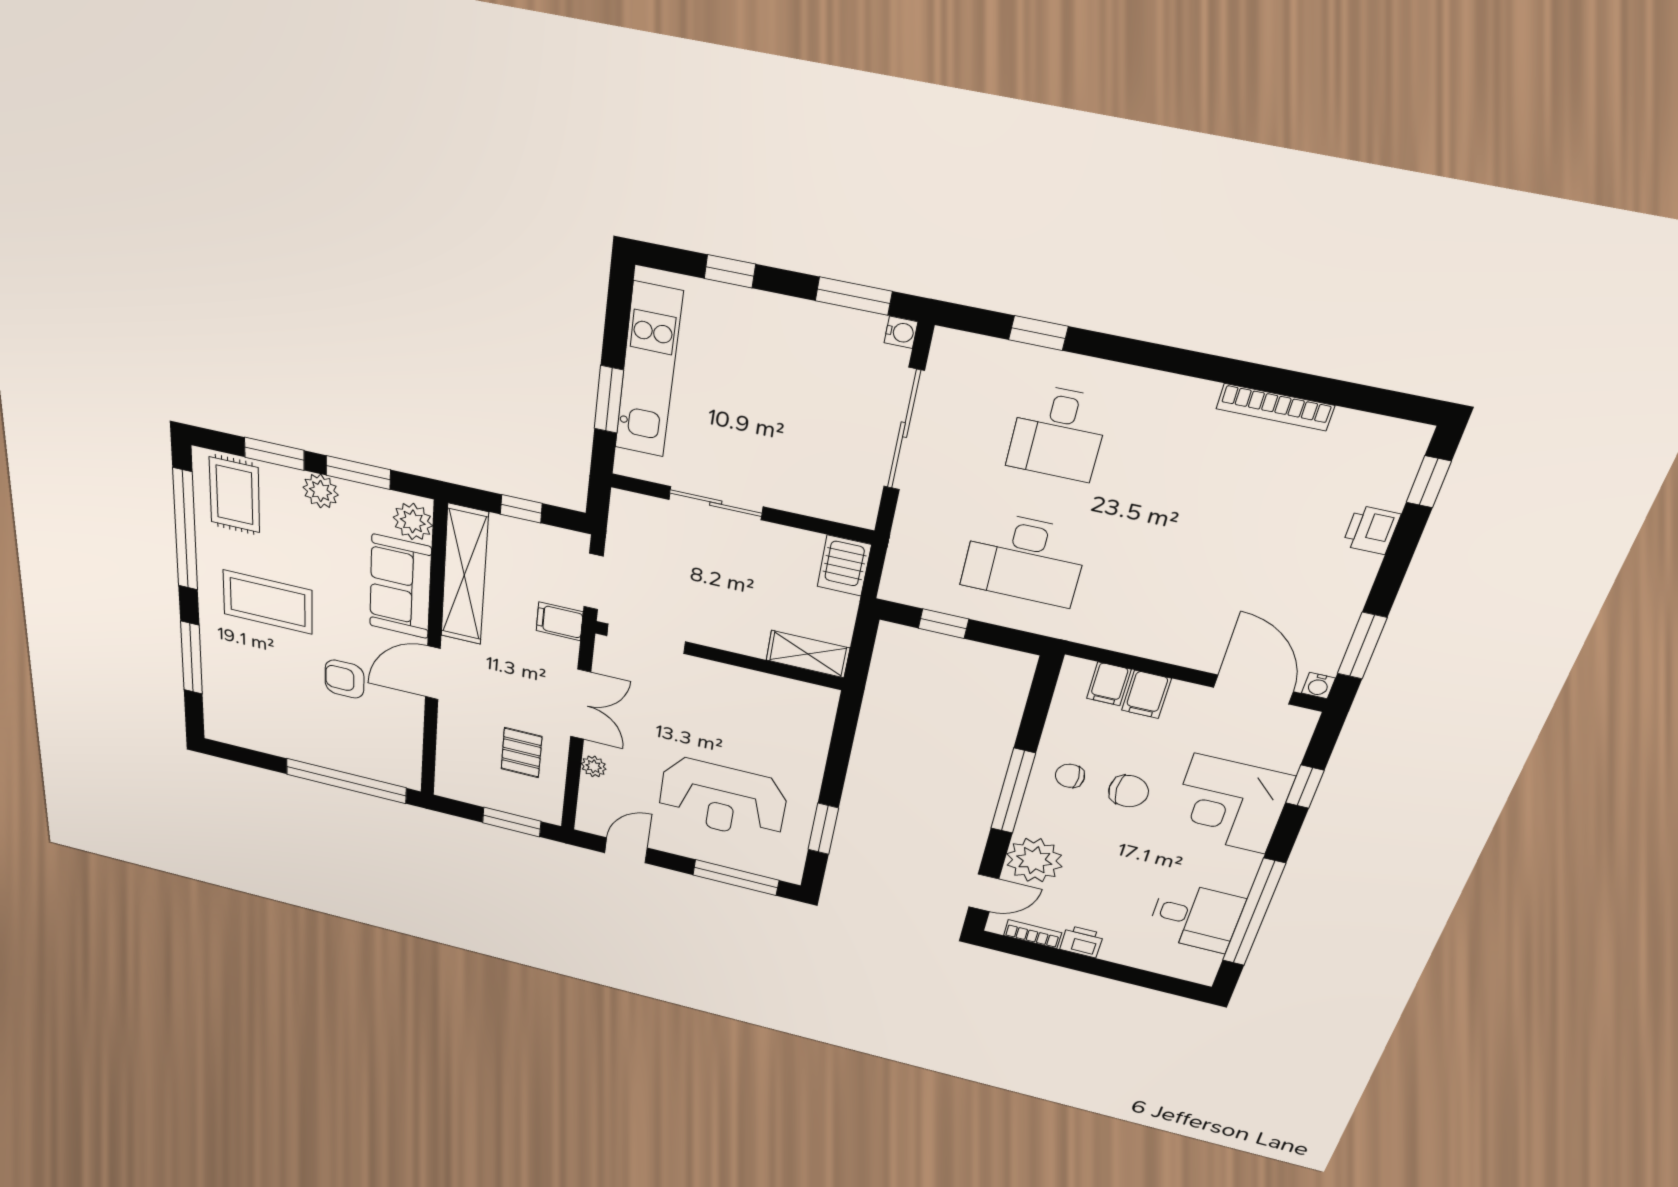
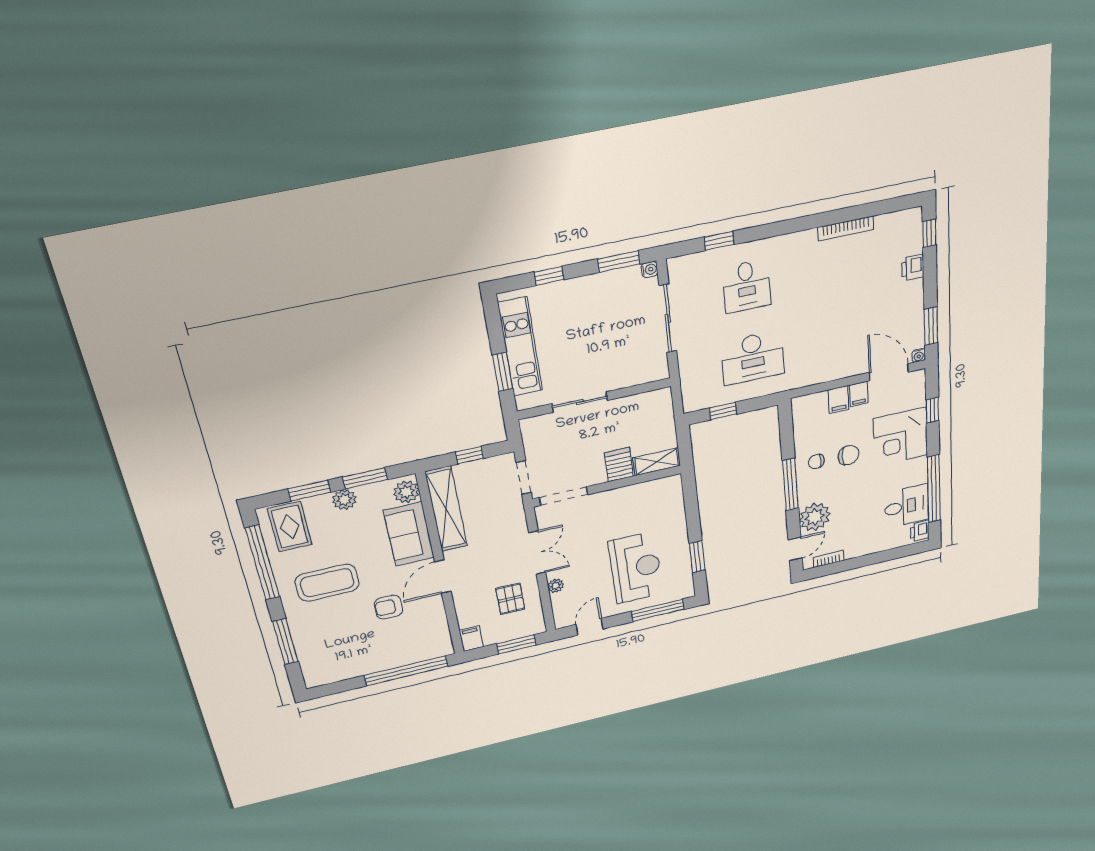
server rack: (844, 566) -> (619, 465), moved, turned 180
filing cabinet: (560, 621) -> (471, 639), moved, turned 90
filing cabinet: (1109, 684) -> (859, 394), moved
reception desk: (723, 799) -> (636, 568), turned -90
printer: (1082, 942) -> (920, 531), moved, turned -90

